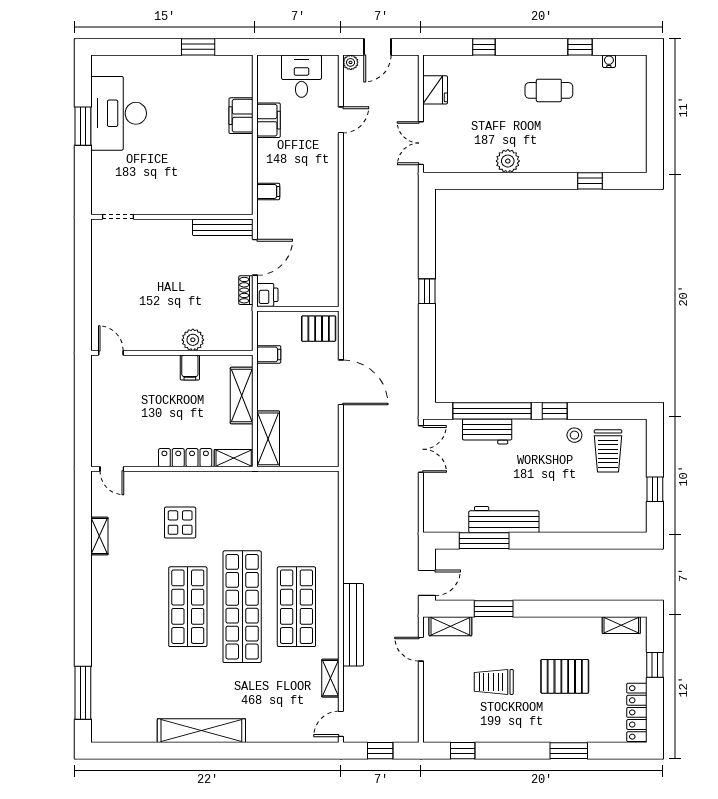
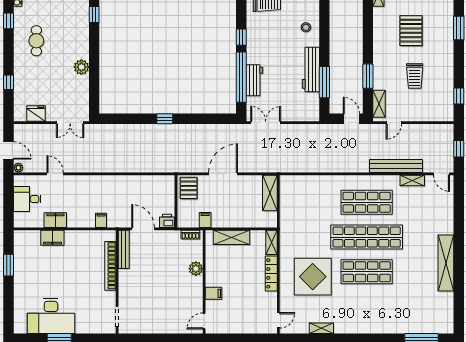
bookcase: (197, 206) -> (110, 266), added
shoe rack: (246, 290) -> (190, 235), moved
filing cabinet: (190, 367) -> (214, 293), moved
stool: (574, 435) -> (306, 27), moved
shelving: (268, 439) -> (270, 193), moved, turned 90
display table: (180, 523) -> (313, 277), width x1.86, depth x1.86
bench: (353, 625) -> (396, 166), moved

